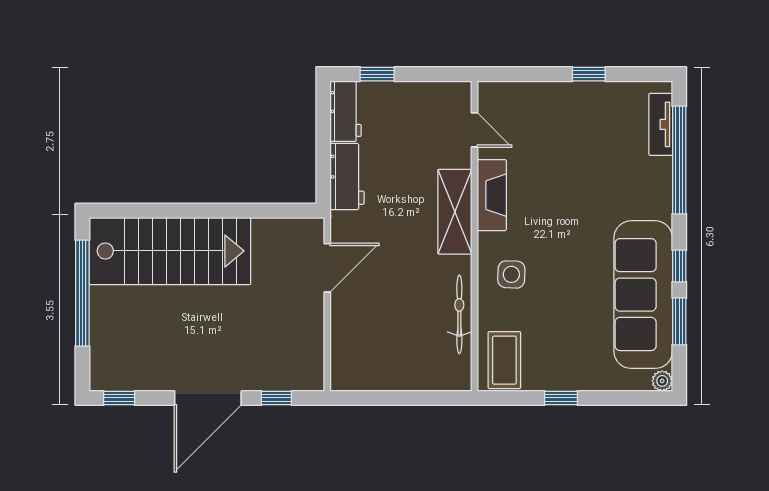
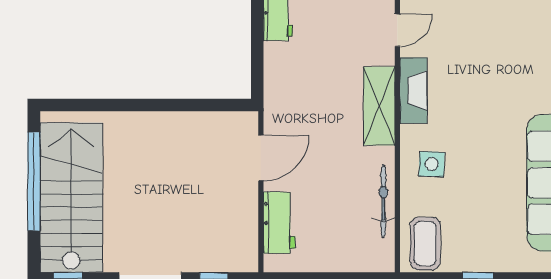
door: (474, 130) -> (397, 30), hinge flipped
workbench: (347, 177) -> (279, 223), moved
stairs: (170, 251) -> (71, 198), moved, turned -90

